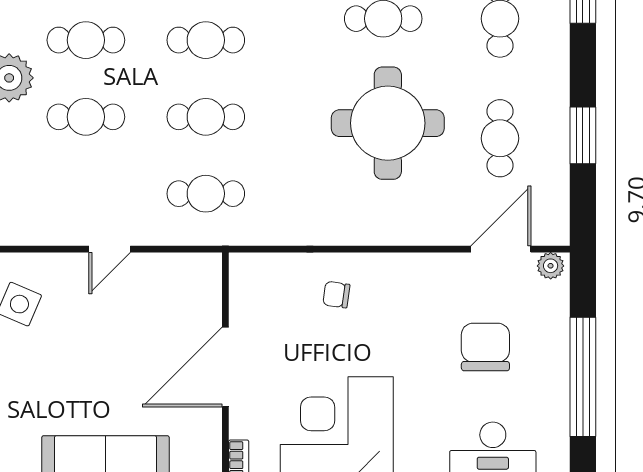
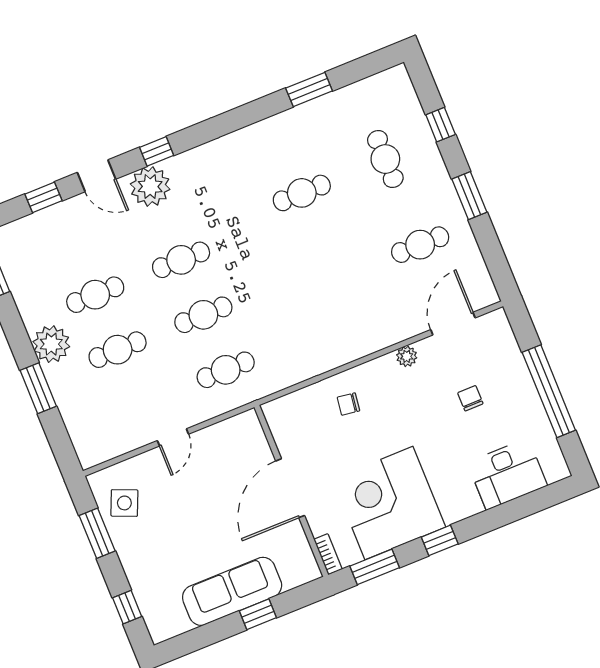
round table: (388, 123) -> (335, 266), removed
window: (583, 135) -> (469, 196), moved
cafe table: (500, 138) -> (420, 245), turned 90
plant: (551, 266) -> (407, 356), moved
chair: (485, 347) -> (470, 398), width x0.54, depth x0.54

